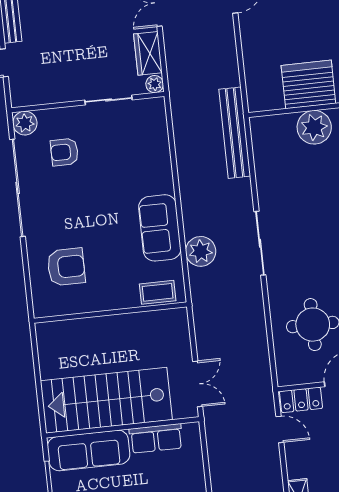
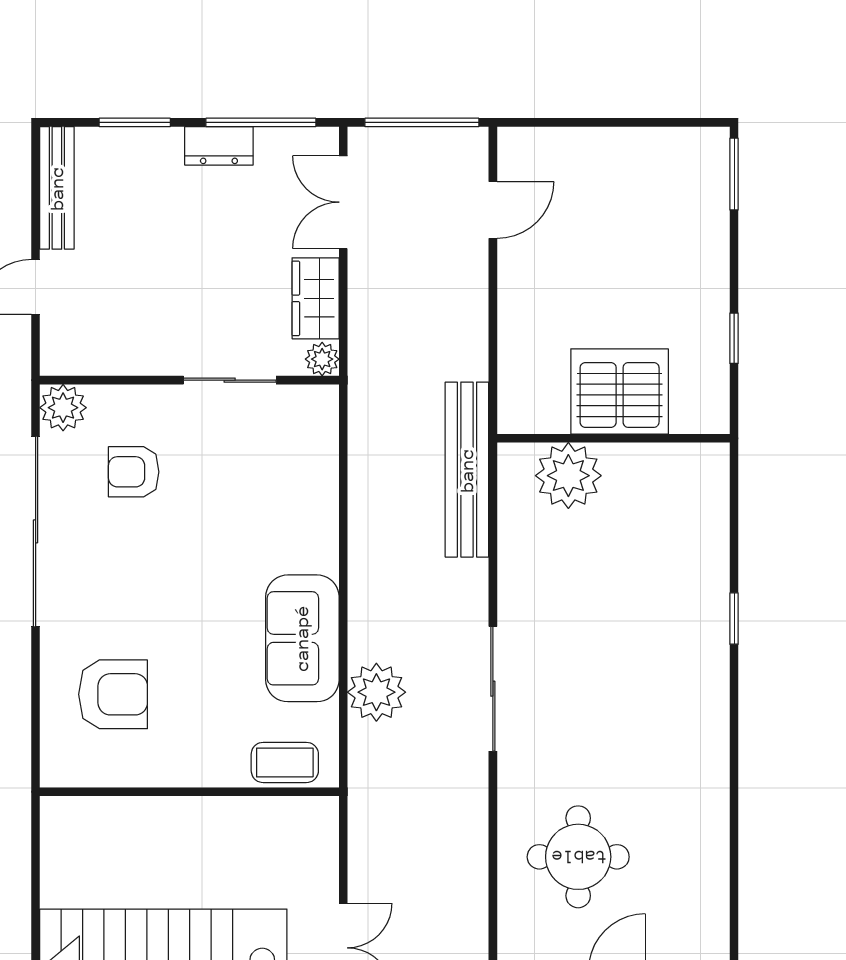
plant: (314, 127) -> (568, 476), moved

